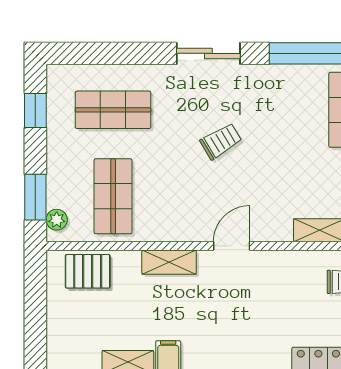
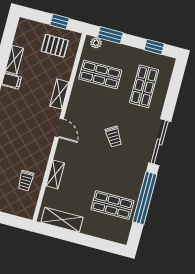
sliding door: (208, 53) -> (160, 142), width x1.37
pallet: (88, 271) -> (55, 46), moved, turned 90
window: (35, 298) -> (59, 22), added

